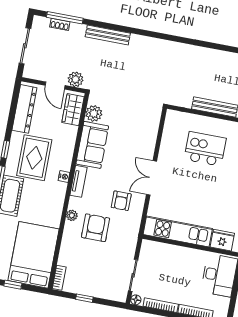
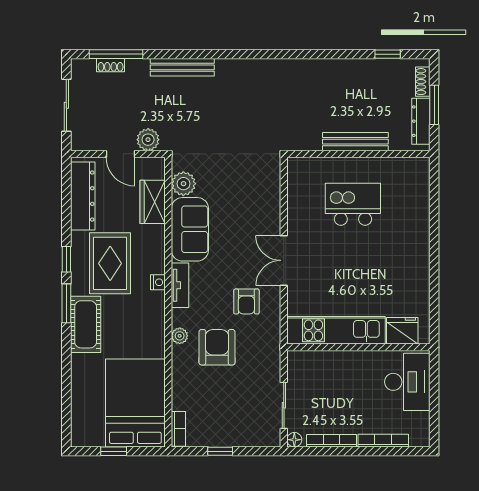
wardrobe: (73, 110) -> (153, 202), moved

